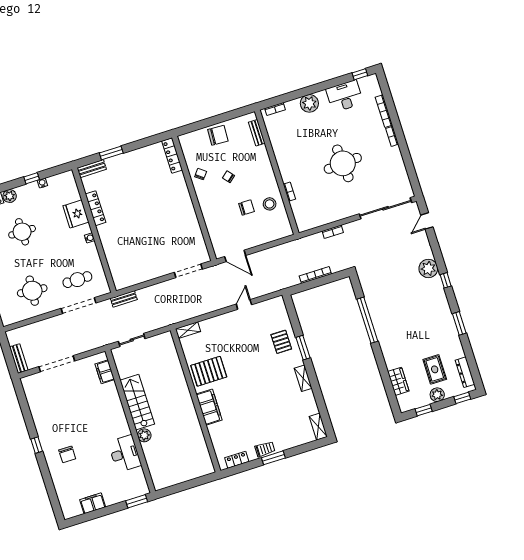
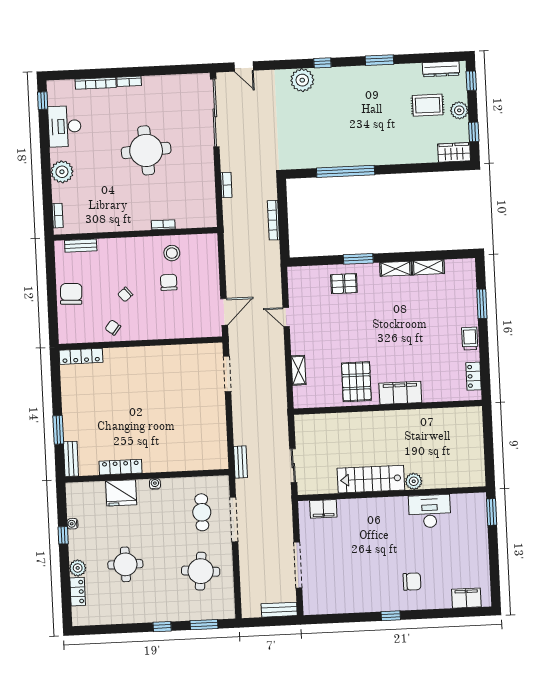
shelving: (188, 330) -> (298, 370), moved
wardrobe: (398, 381) -> (454, 152), moved
shelving: (318, 427) -> (428, 267), moved
window: (273, 458) -> (482, 304), moved
filing cabinet: (93, 503) -> (466, 598), moved, turned 90

